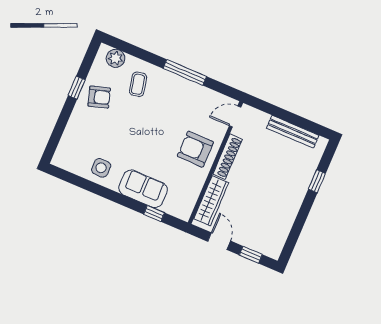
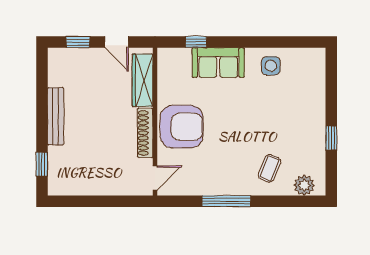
coffee table: (138, 84) -> (269, 168), turned 35
armchair: (99, 97) -> (304, 138), removed
bench: (293, 132) -> (56, 116), moved, turned 90
armchair: (195, 149) -> (182, 127), width x1.36, depth x1.36
window: (317, 181) -> (42, 164), moved

